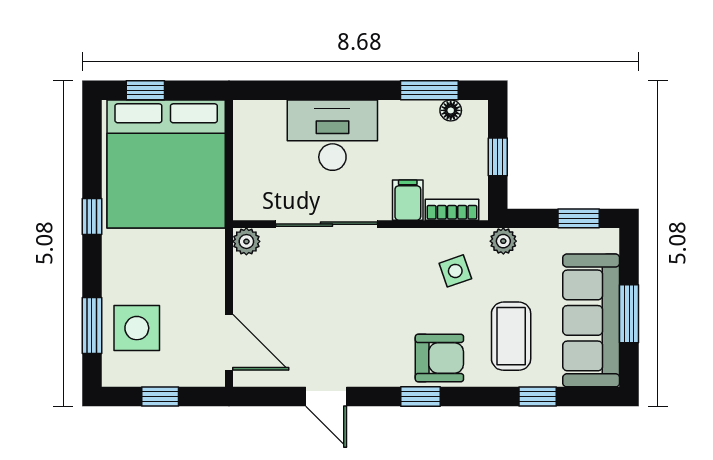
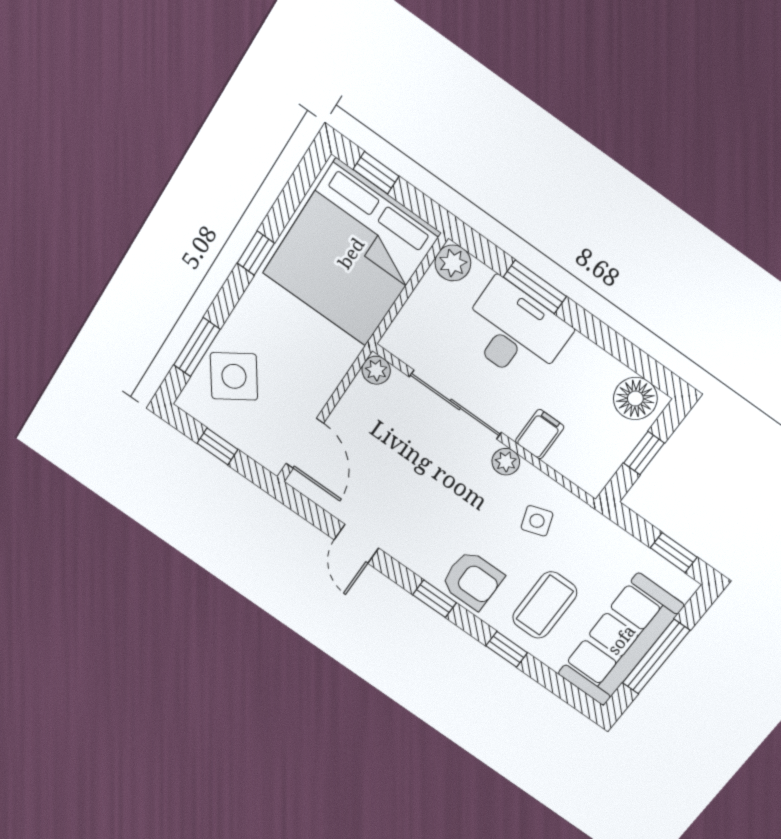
window: (429, 90) -> (535, 287), moved
floor lamp: (451, 110) -> (635, 398), width x1.89, depth x1.89
plant: (249, 116) -> (453, 263), added
bookcase: (452, 210) -> (572, 469), removed
plant: (503, 241) -> (506, 462), moved
window: (629, 314) -> (656, 657), width x1.44
side table: (137, 328) -> (234, 376), turned -34
window: (538, 397) -> (507, 649), moved

